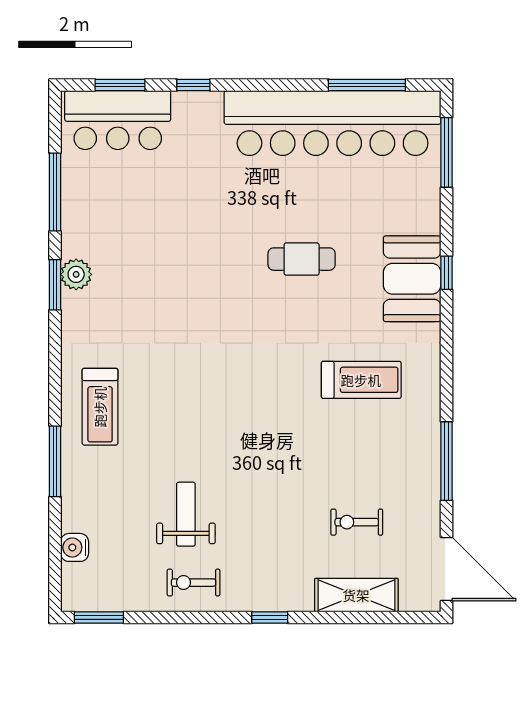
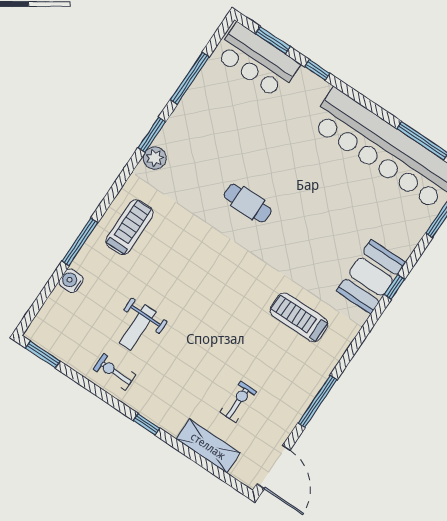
cafe table: (302, 259) -> (248, 203), moved
plant: (76, 274) -> (155, 158), moved
treadmill: (361, 380) -> (299, 317), turned 180
treadmill: (100, 407) -> (129, 227), turned 180
weight bench: (186, 514) -> (138, 327), turned 180
exercise bike: (357, 522) -> (238, 402), turned 90
water cooler: (75, 547) -> (71, 281), moved

